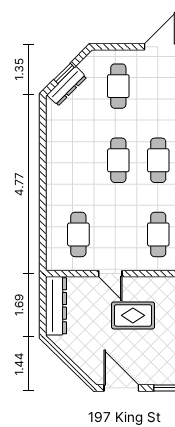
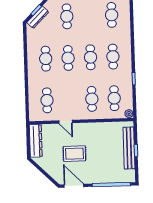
cafe table: (78, 160) -> (46, 59), added
rug: (133, 315) -> (74, 154), moved

